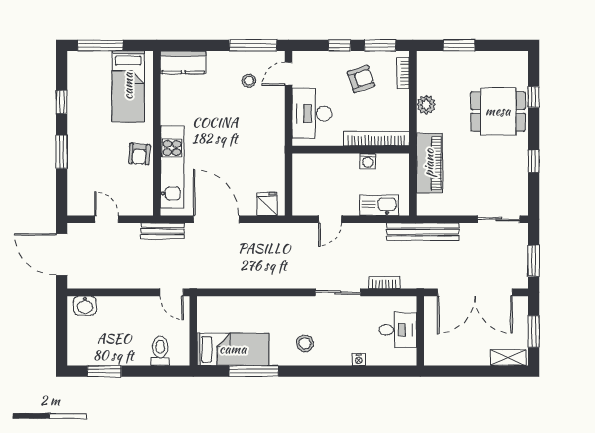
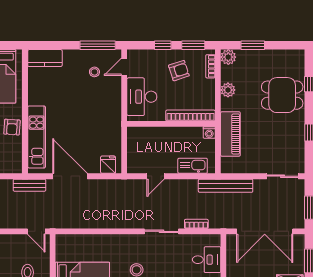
plant: (427, 61) -> (228, 57), added
washing machine: (368, 161) -> (209, 133), moved

